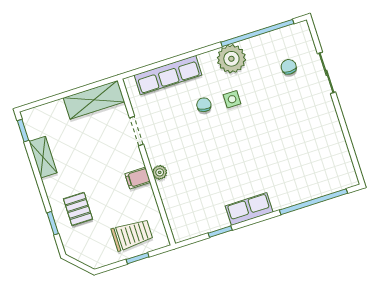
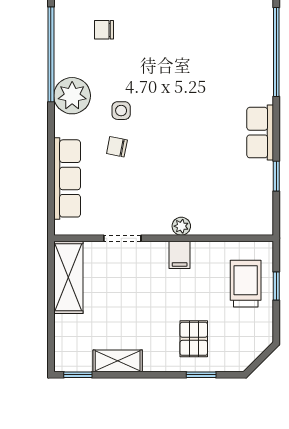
pallet: (78, 209) -> (194, 339), turned 90

